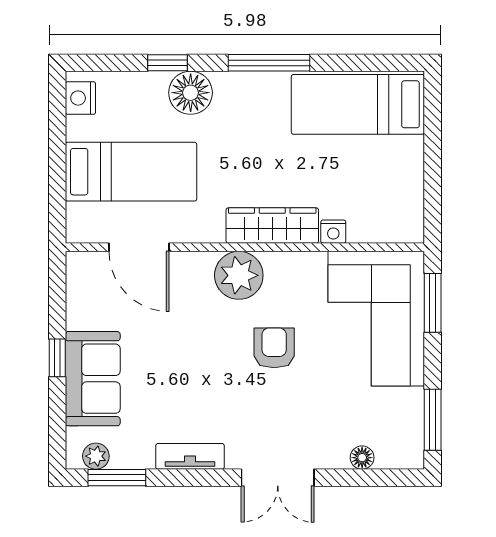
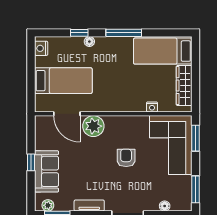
floor lamp: (191, 93) -> (89, 42), width x0.53, depth x0.53
wardrobe: (272, 226) -> (184, 86), moved, turned -90
plant: (239, 275) -> (93, 126), moved

